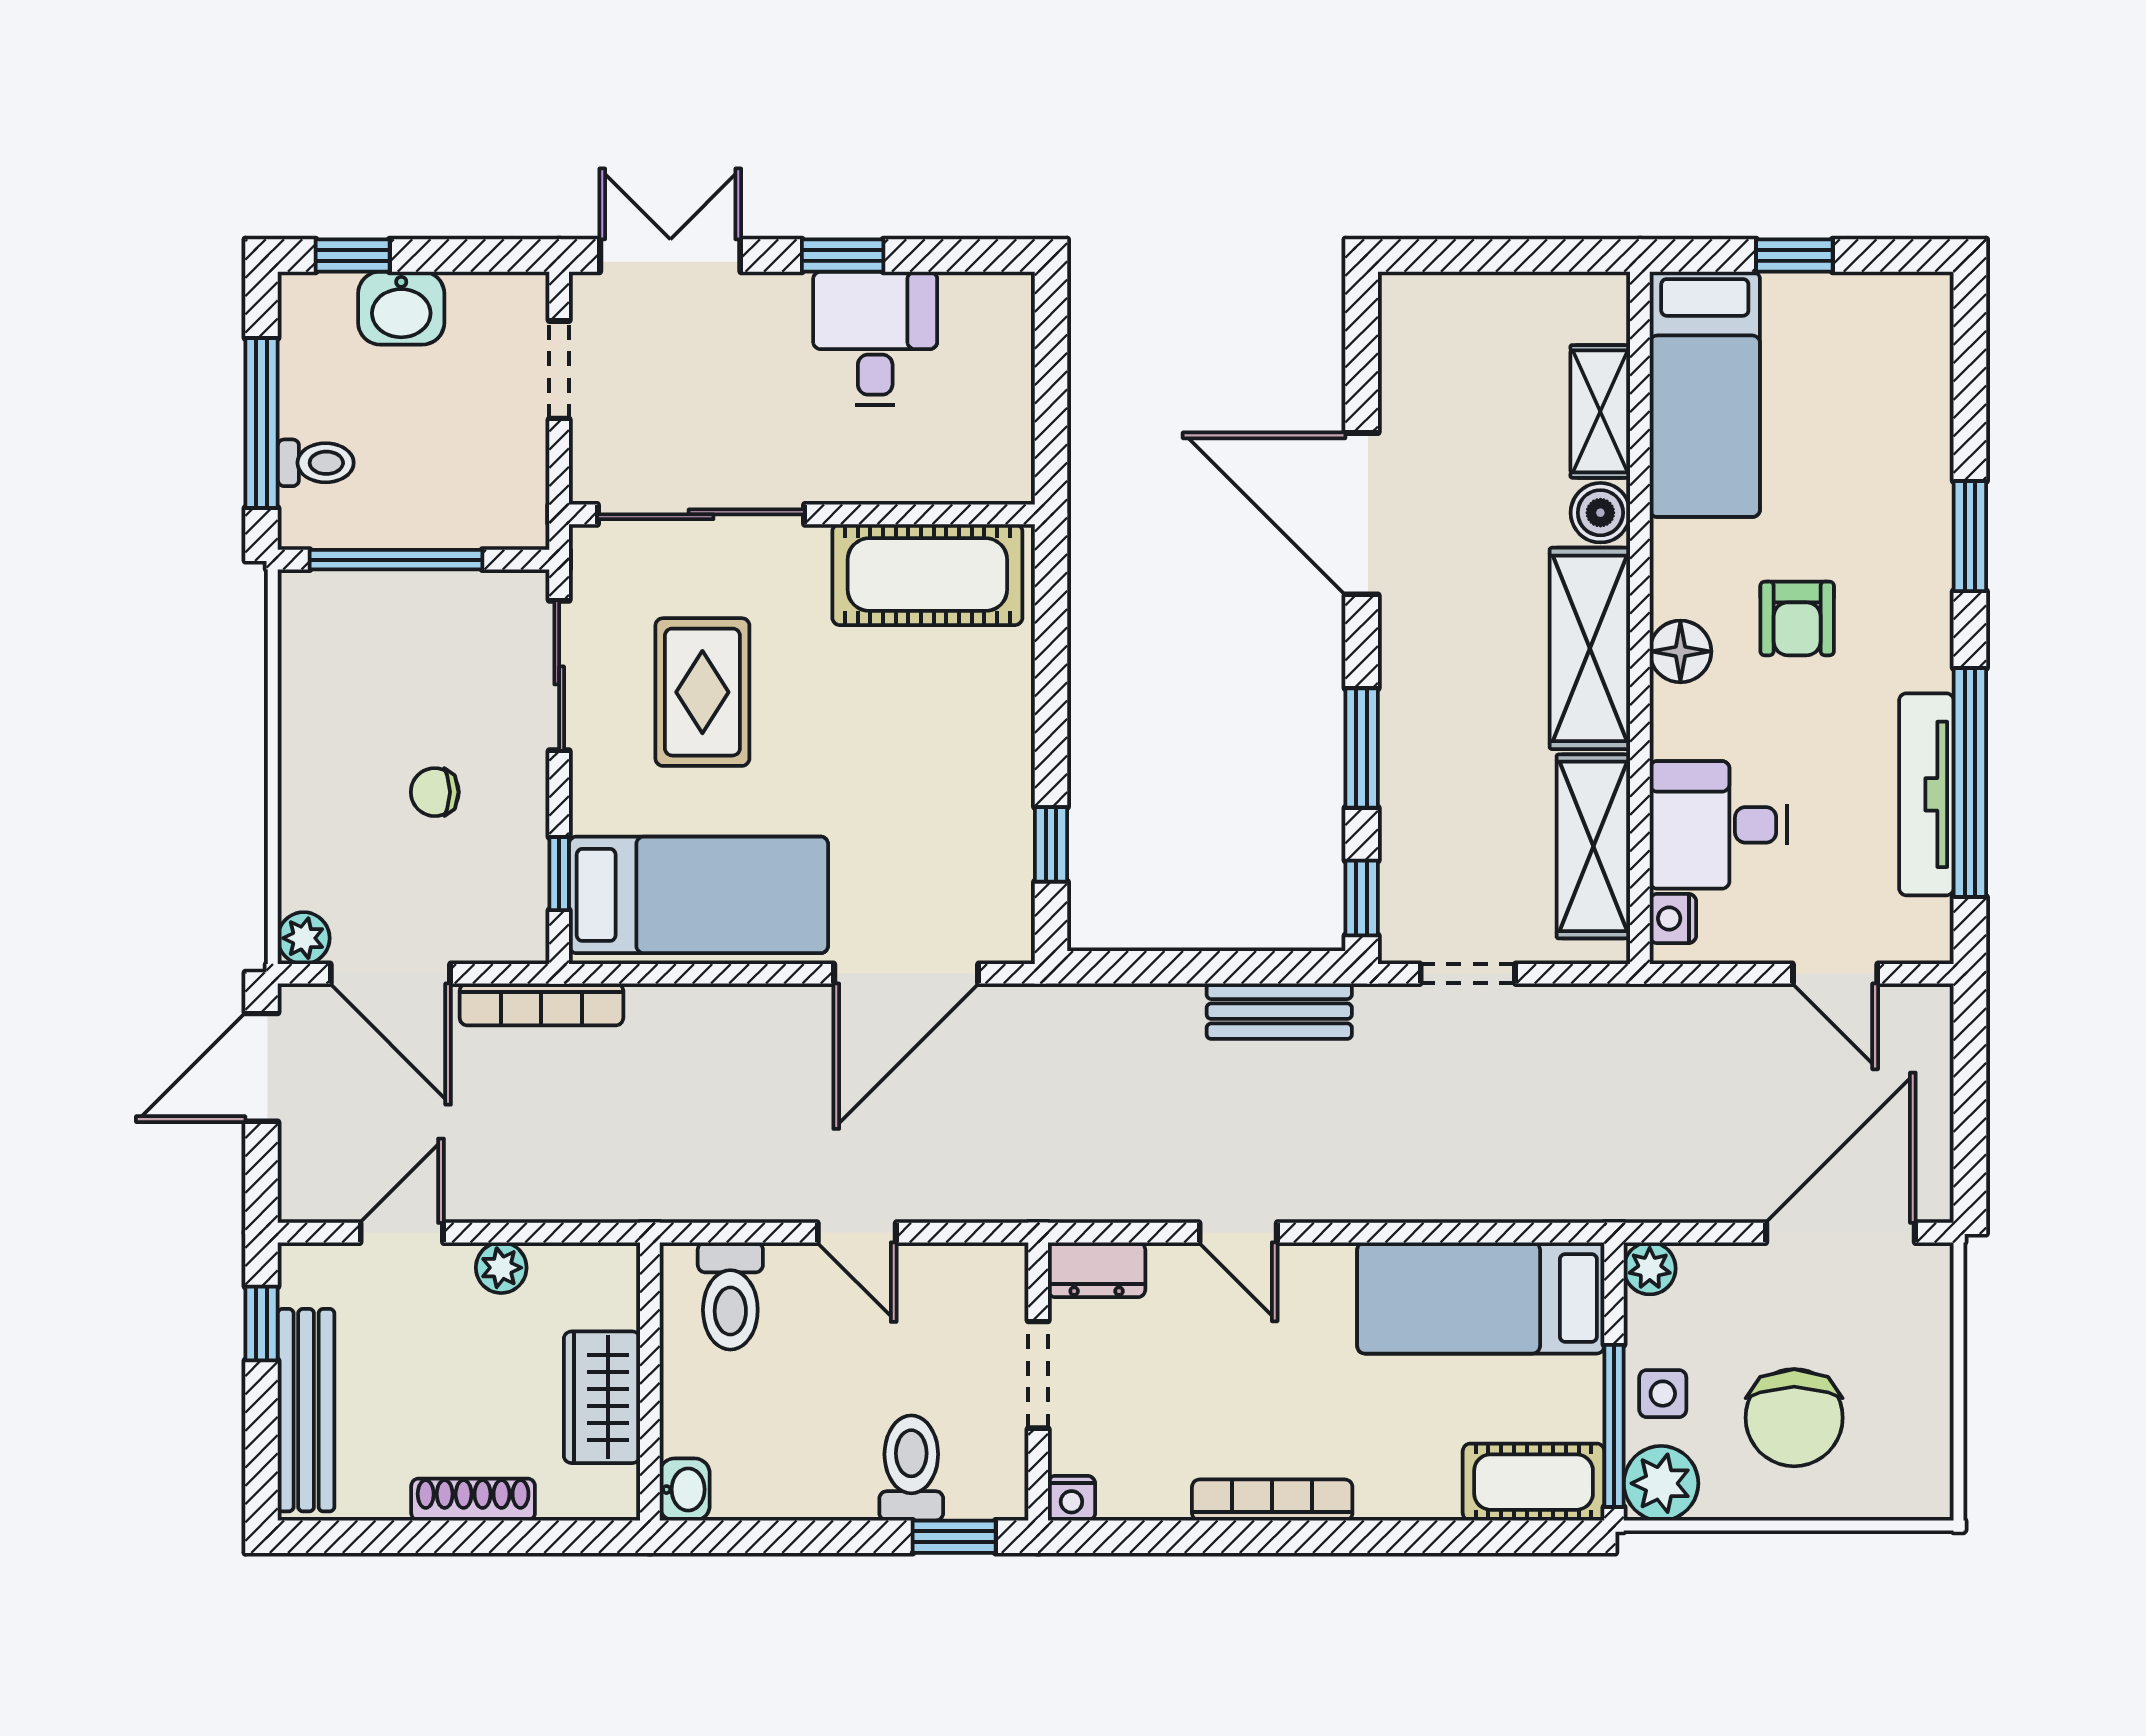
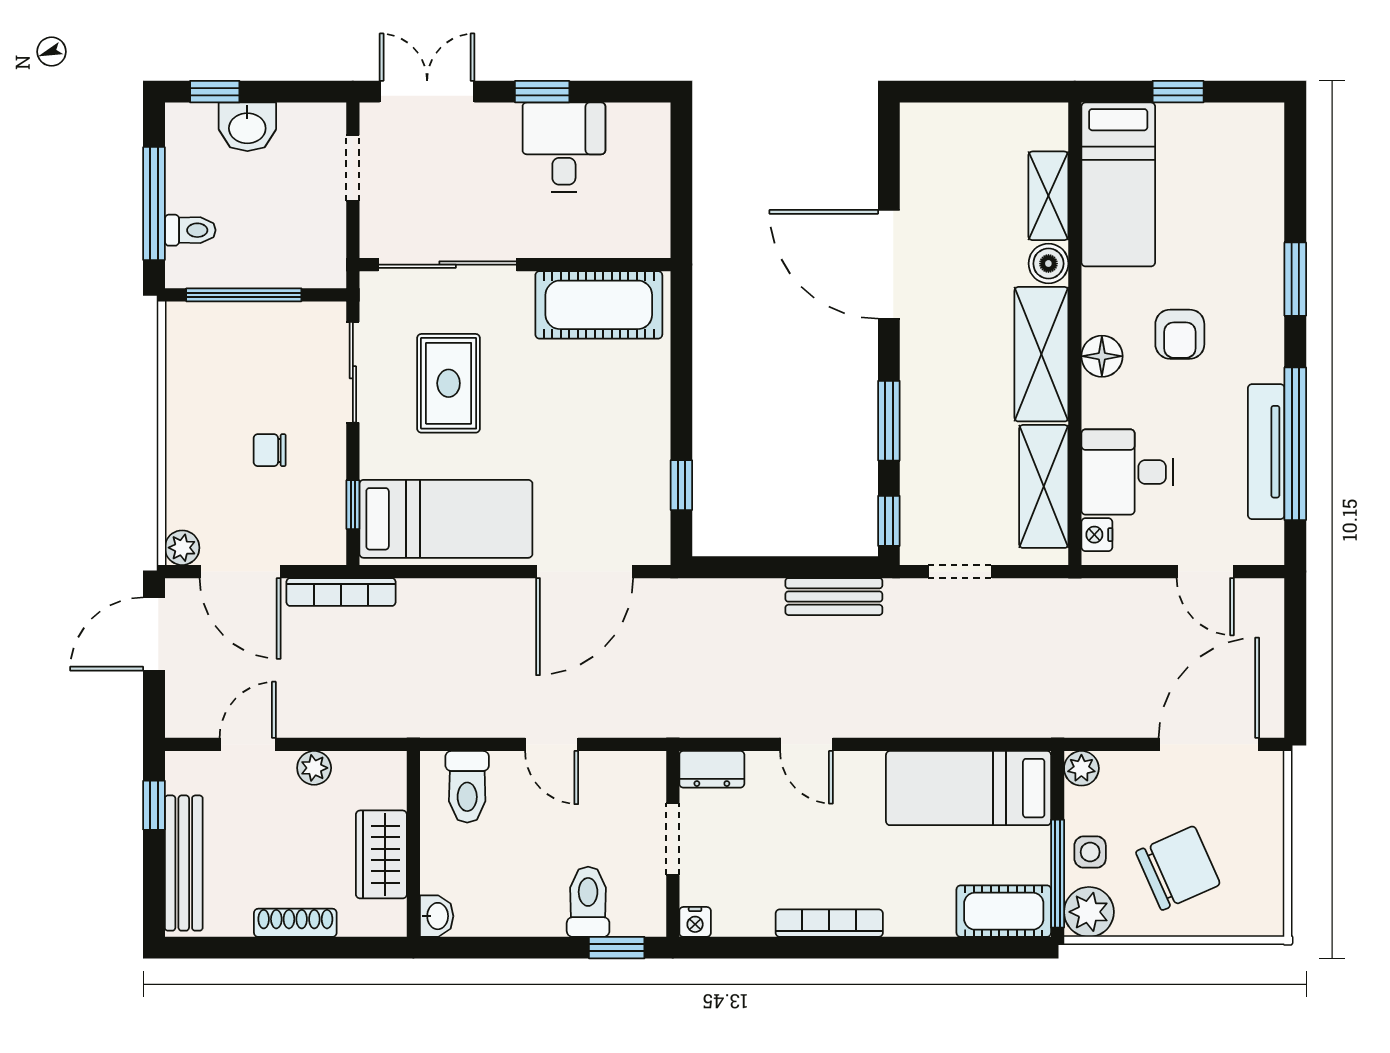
chair: (1794, 1418) -> (1178, 868), turned -114

